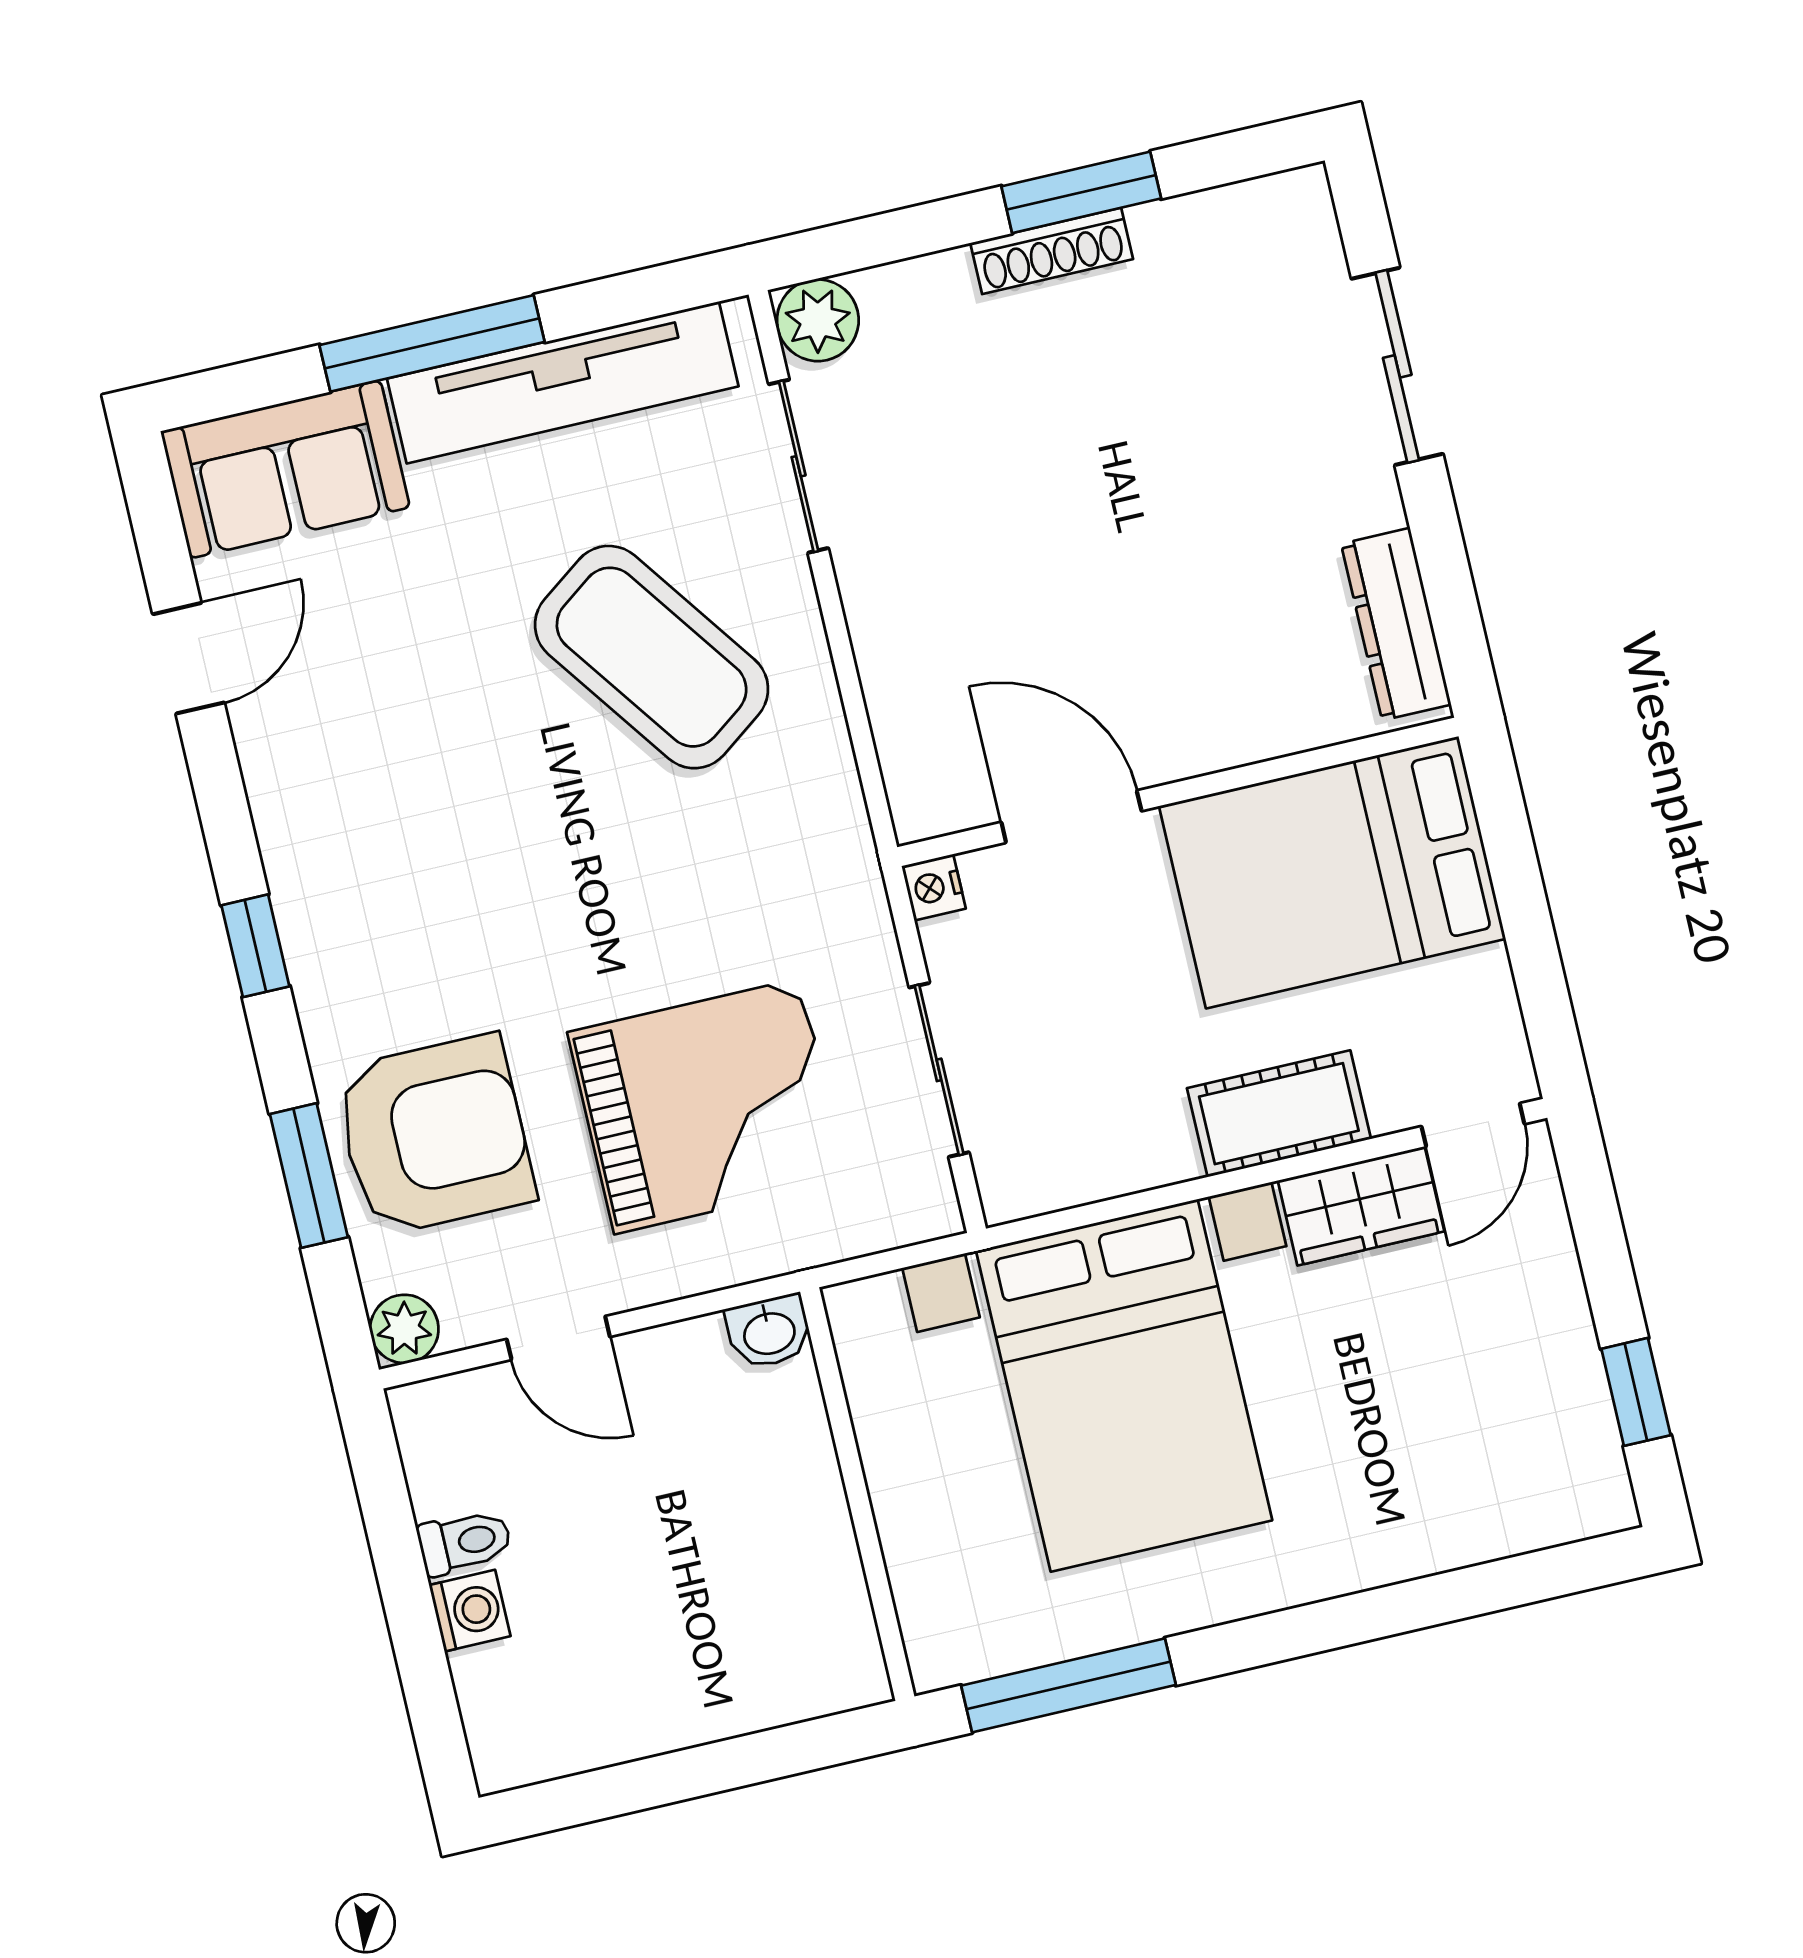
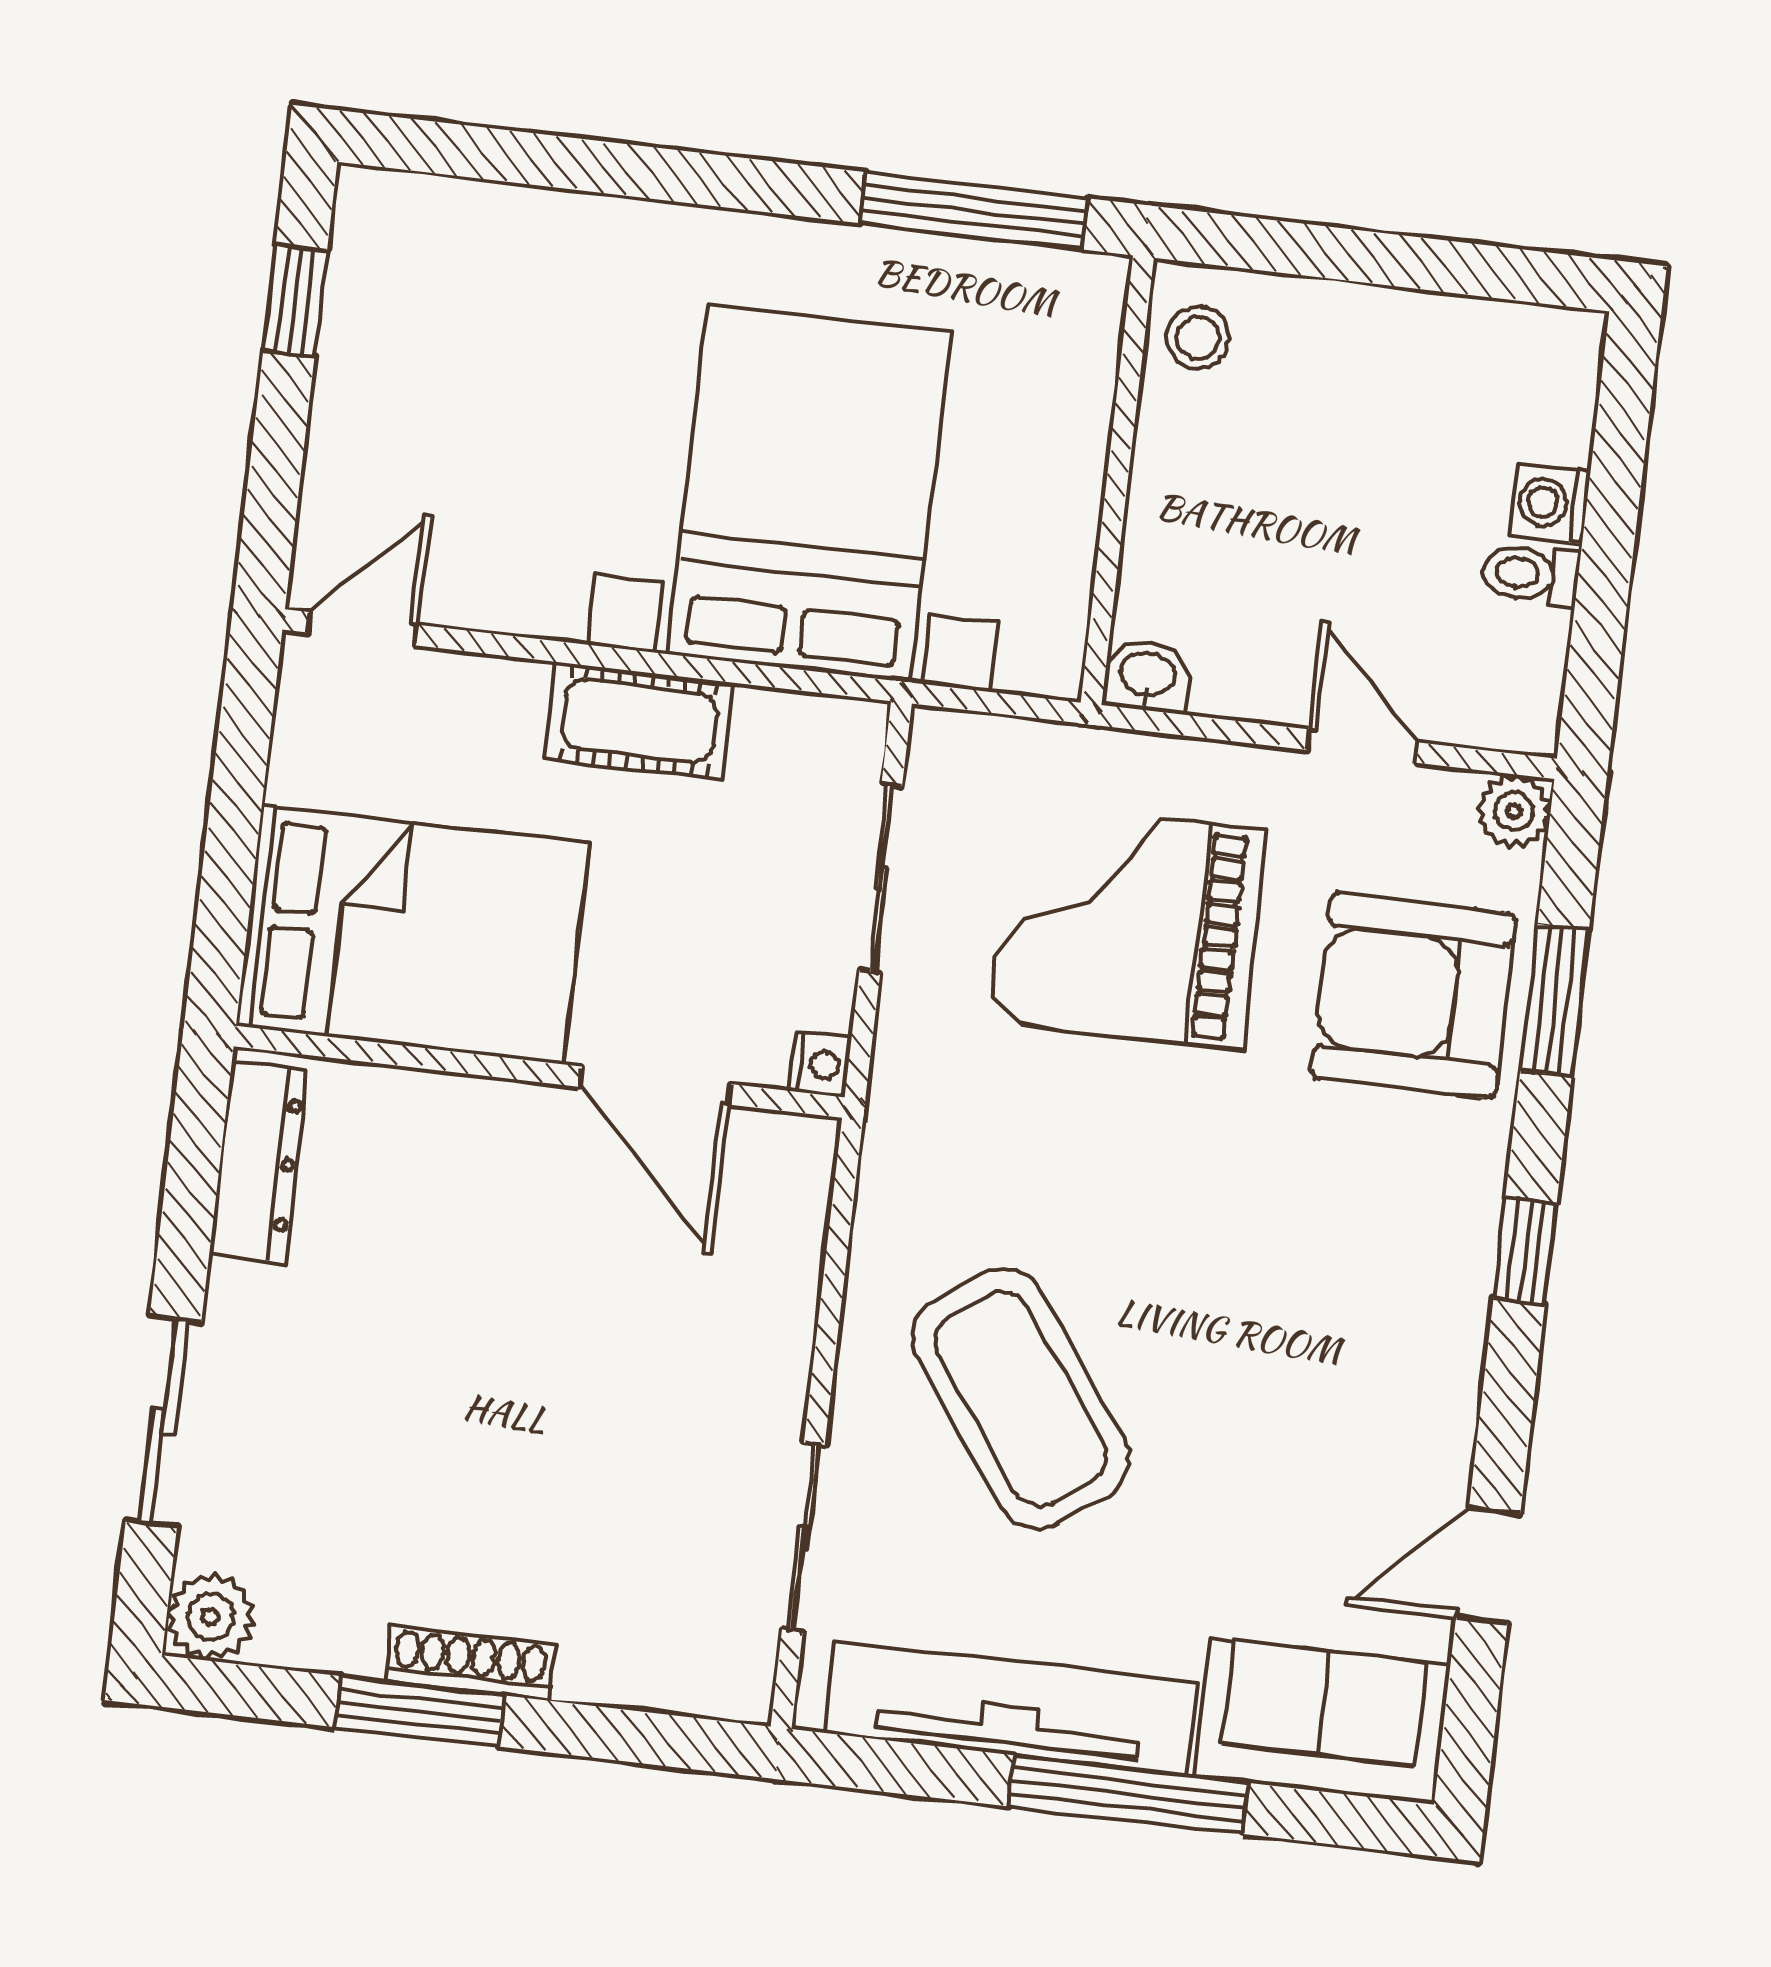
plant: (818, 320) -> (210, 1617), moved
cot: (1279, 1114) -> (639, 721), moved
wardrobe: (1361, 1206) -> (505, 588), removed
stool: (831, 1645) -> (1198, 338), added

